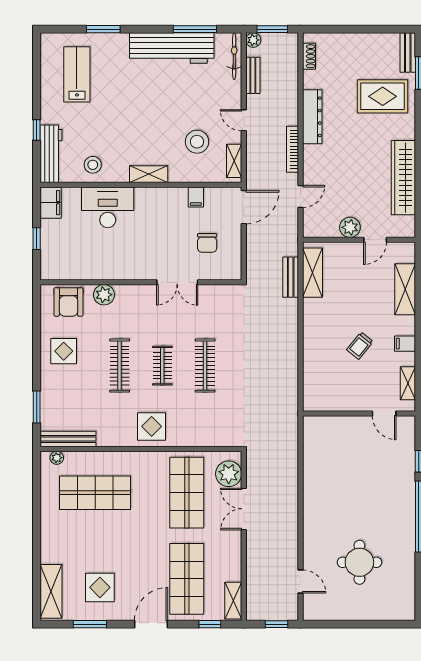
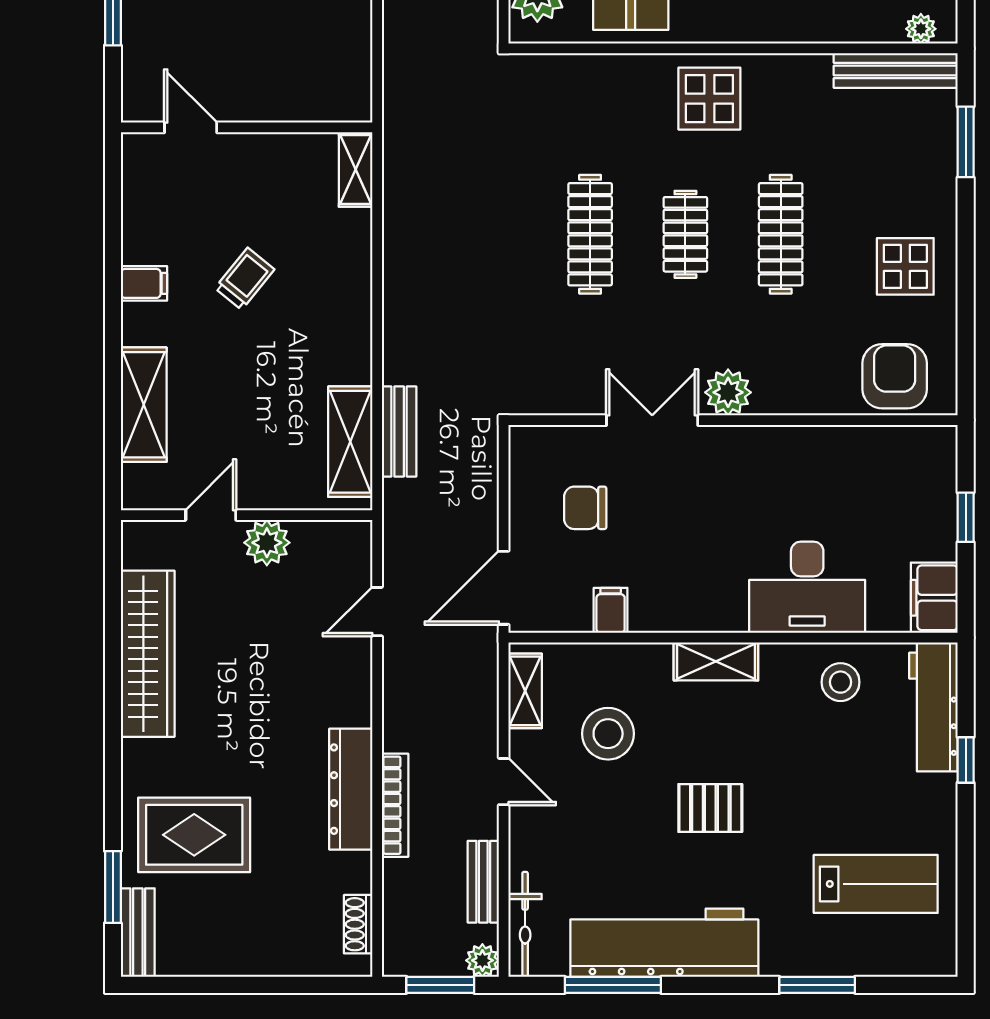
lab bench: (77, 74) -> (876, 884), turned -90
pallet: (151, 108) -> (710, 808), added
bookcase: (292, 149) -> (395, 805), moved
chair: (207, 243) -> (585, 508), turned -90
plant: (104, 295) -> (728, 392), moved
shelving: (408, 383) -> (356, 169), moved

